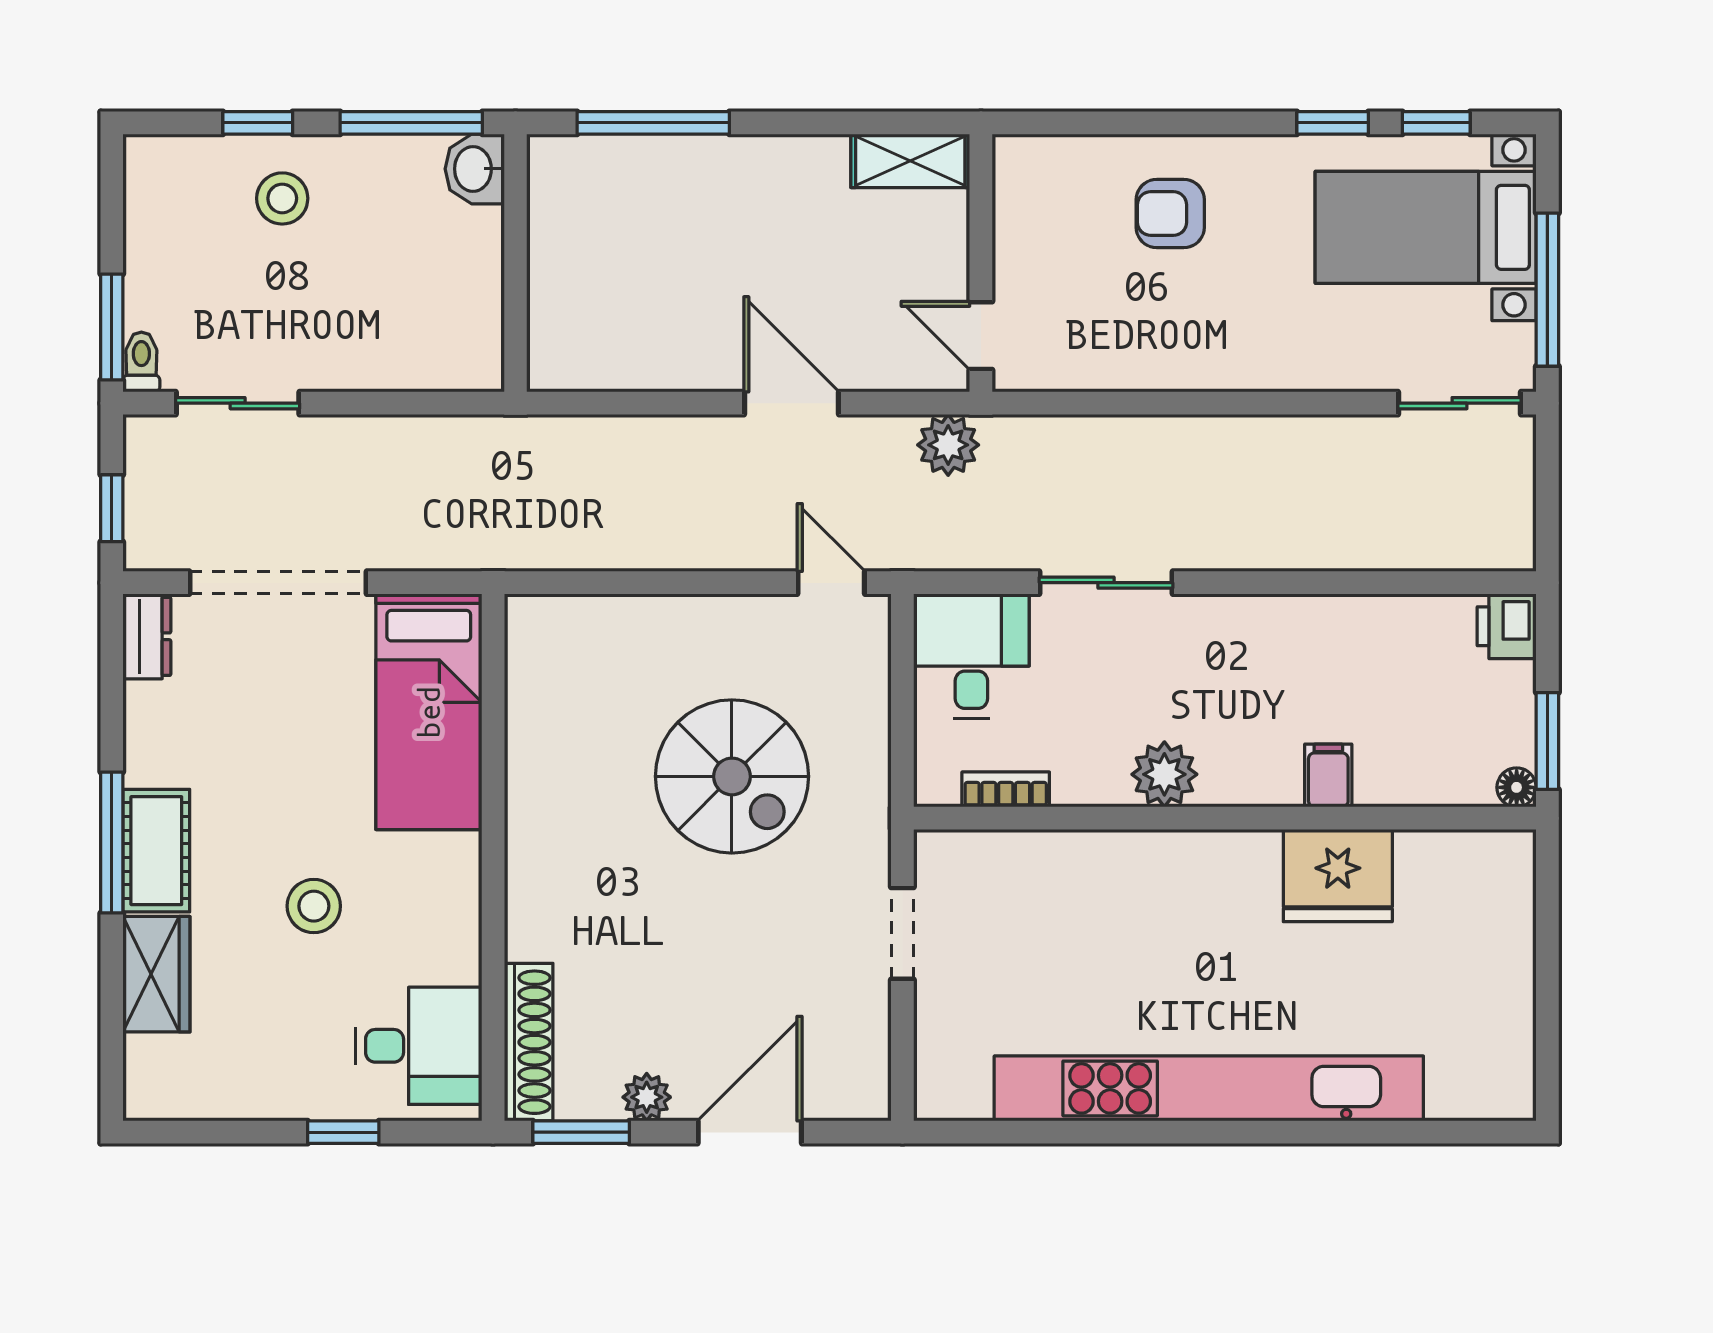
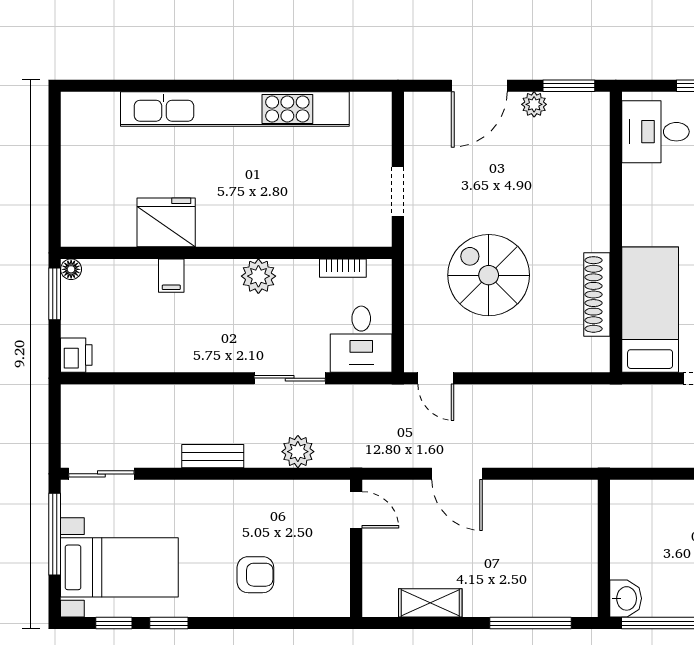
shelving: (910, 161) -> (430, 603), moved
bench: (1250, 437) -> (213, 456), added
plant: (948, 445) -> (298, 452), moved
shoe rack: (529, 1042) -> (597, 294), moved

